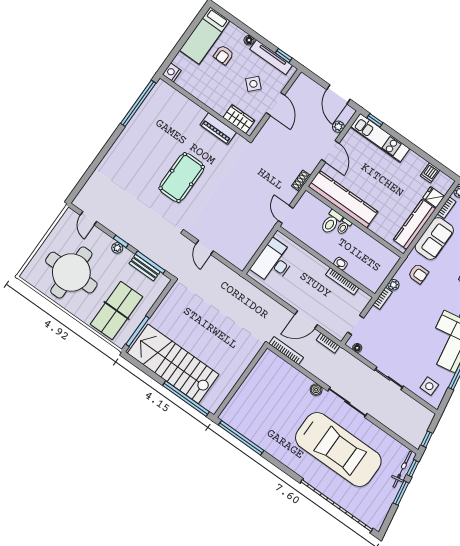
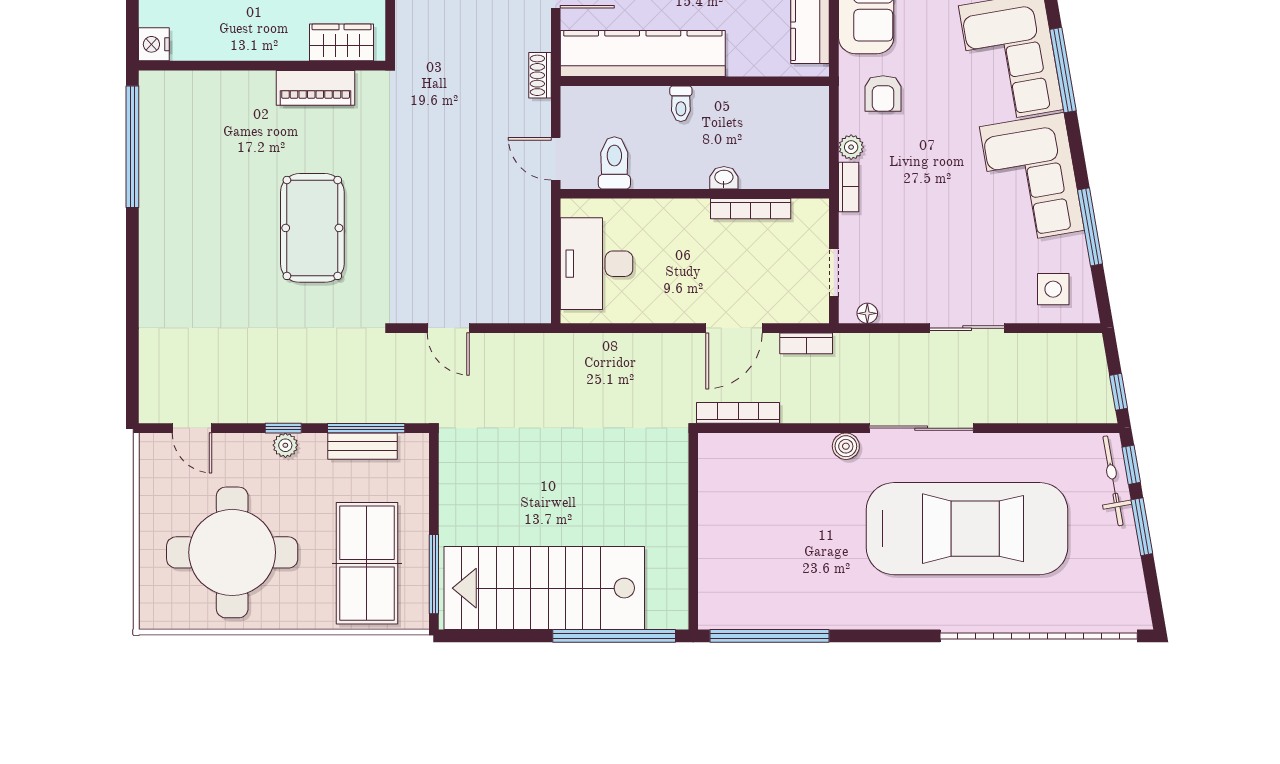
toilet: (331, 222) -> (614, 163), moved, turned 180
armchair: (418, 274) -> (883, 93), turned 90

